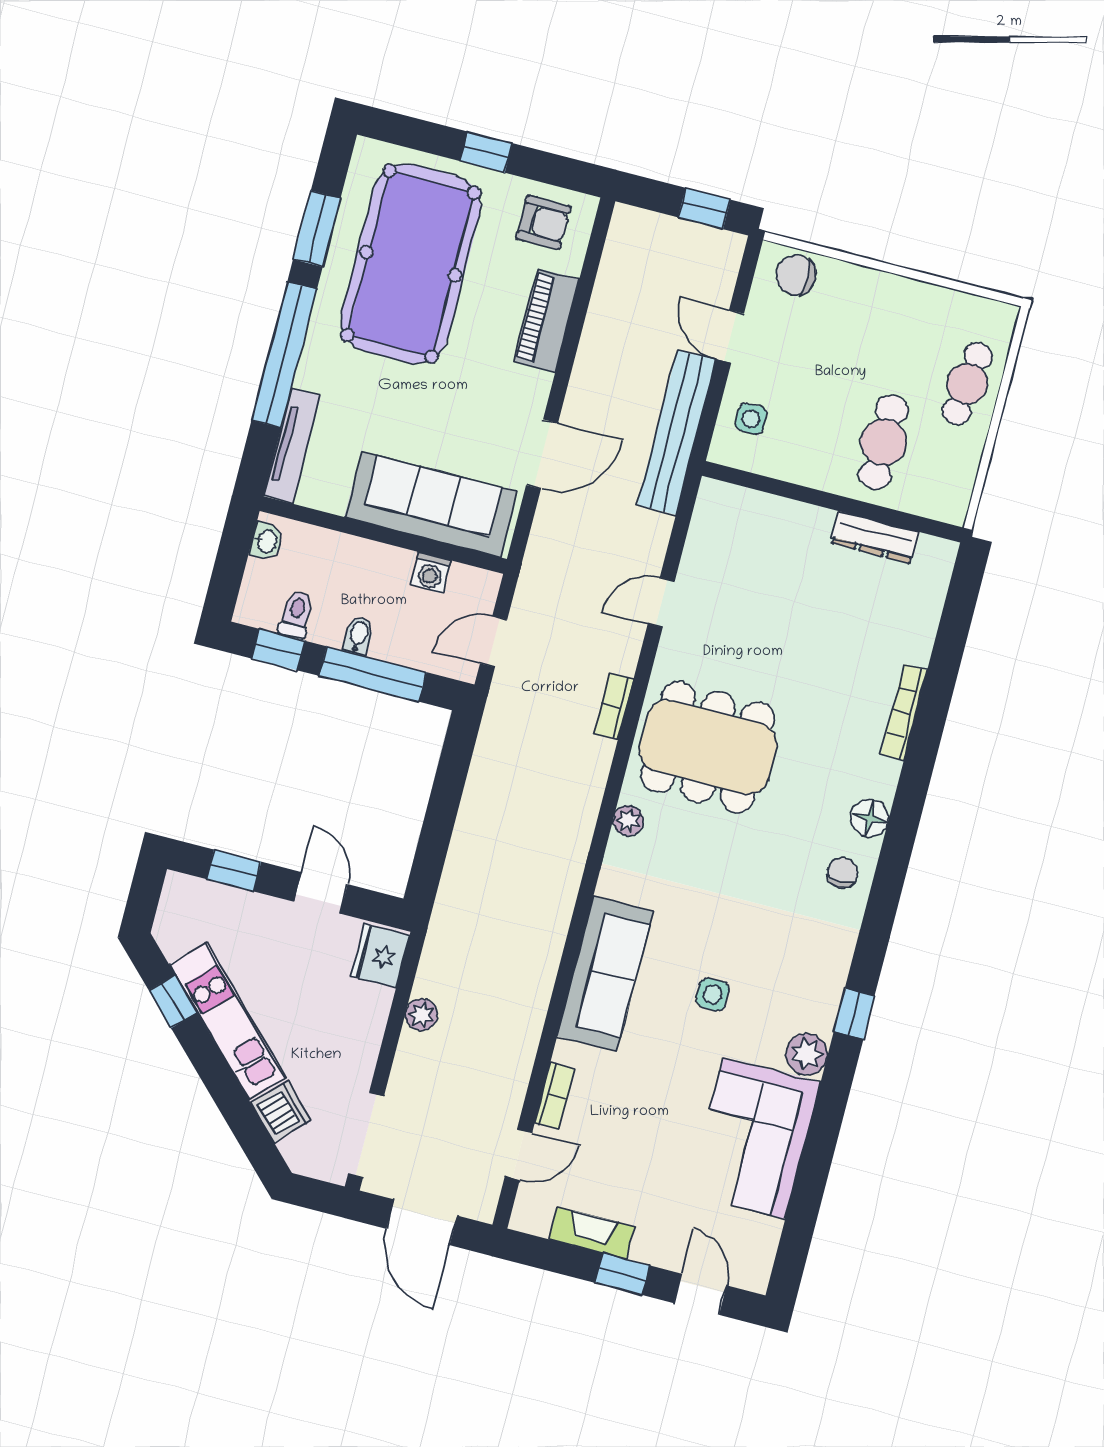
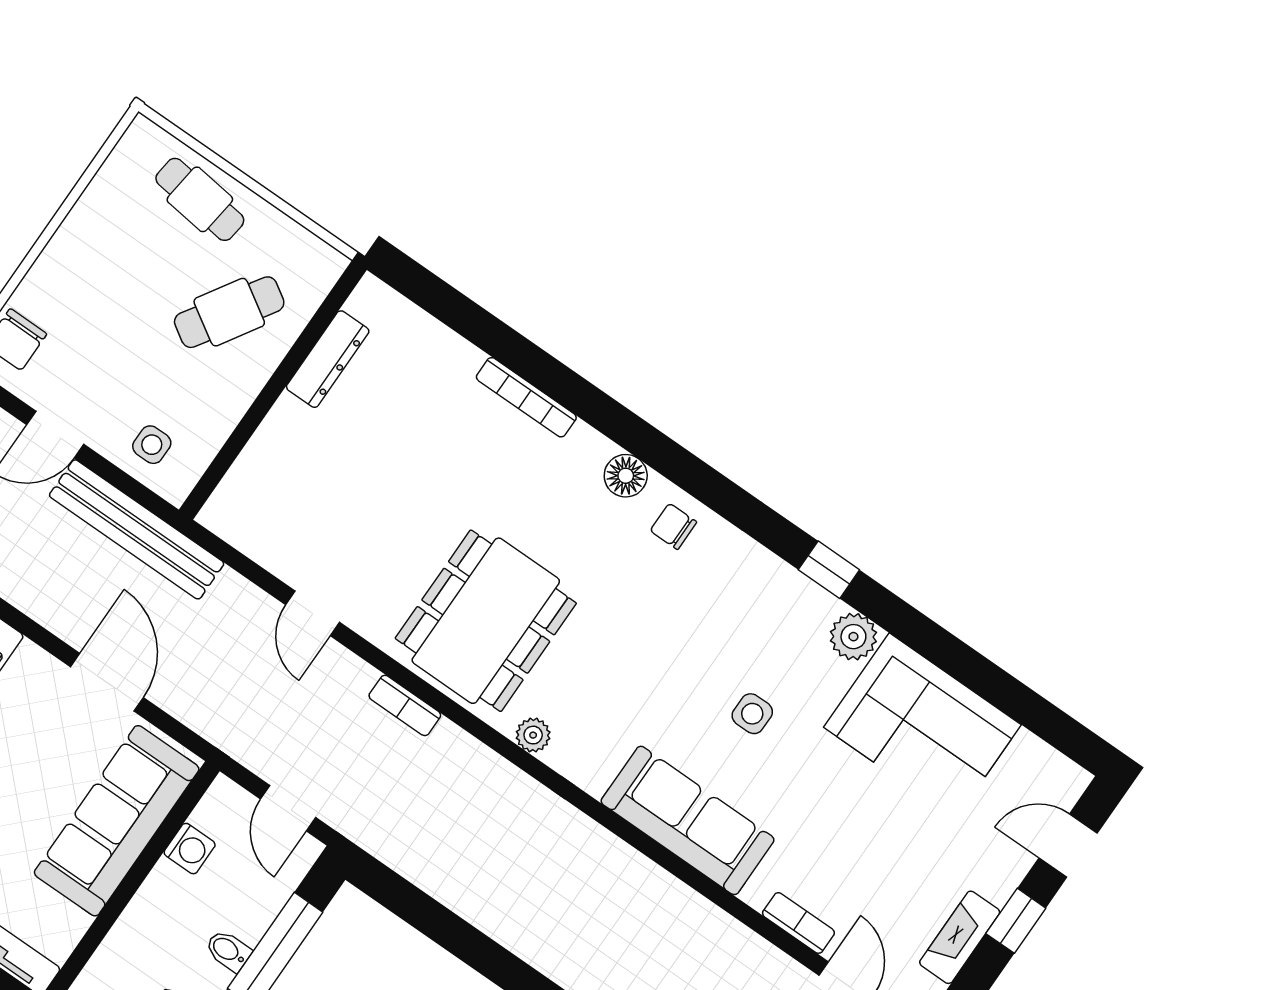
cafe table: (884, 442) -> (229, 312), turned -58

